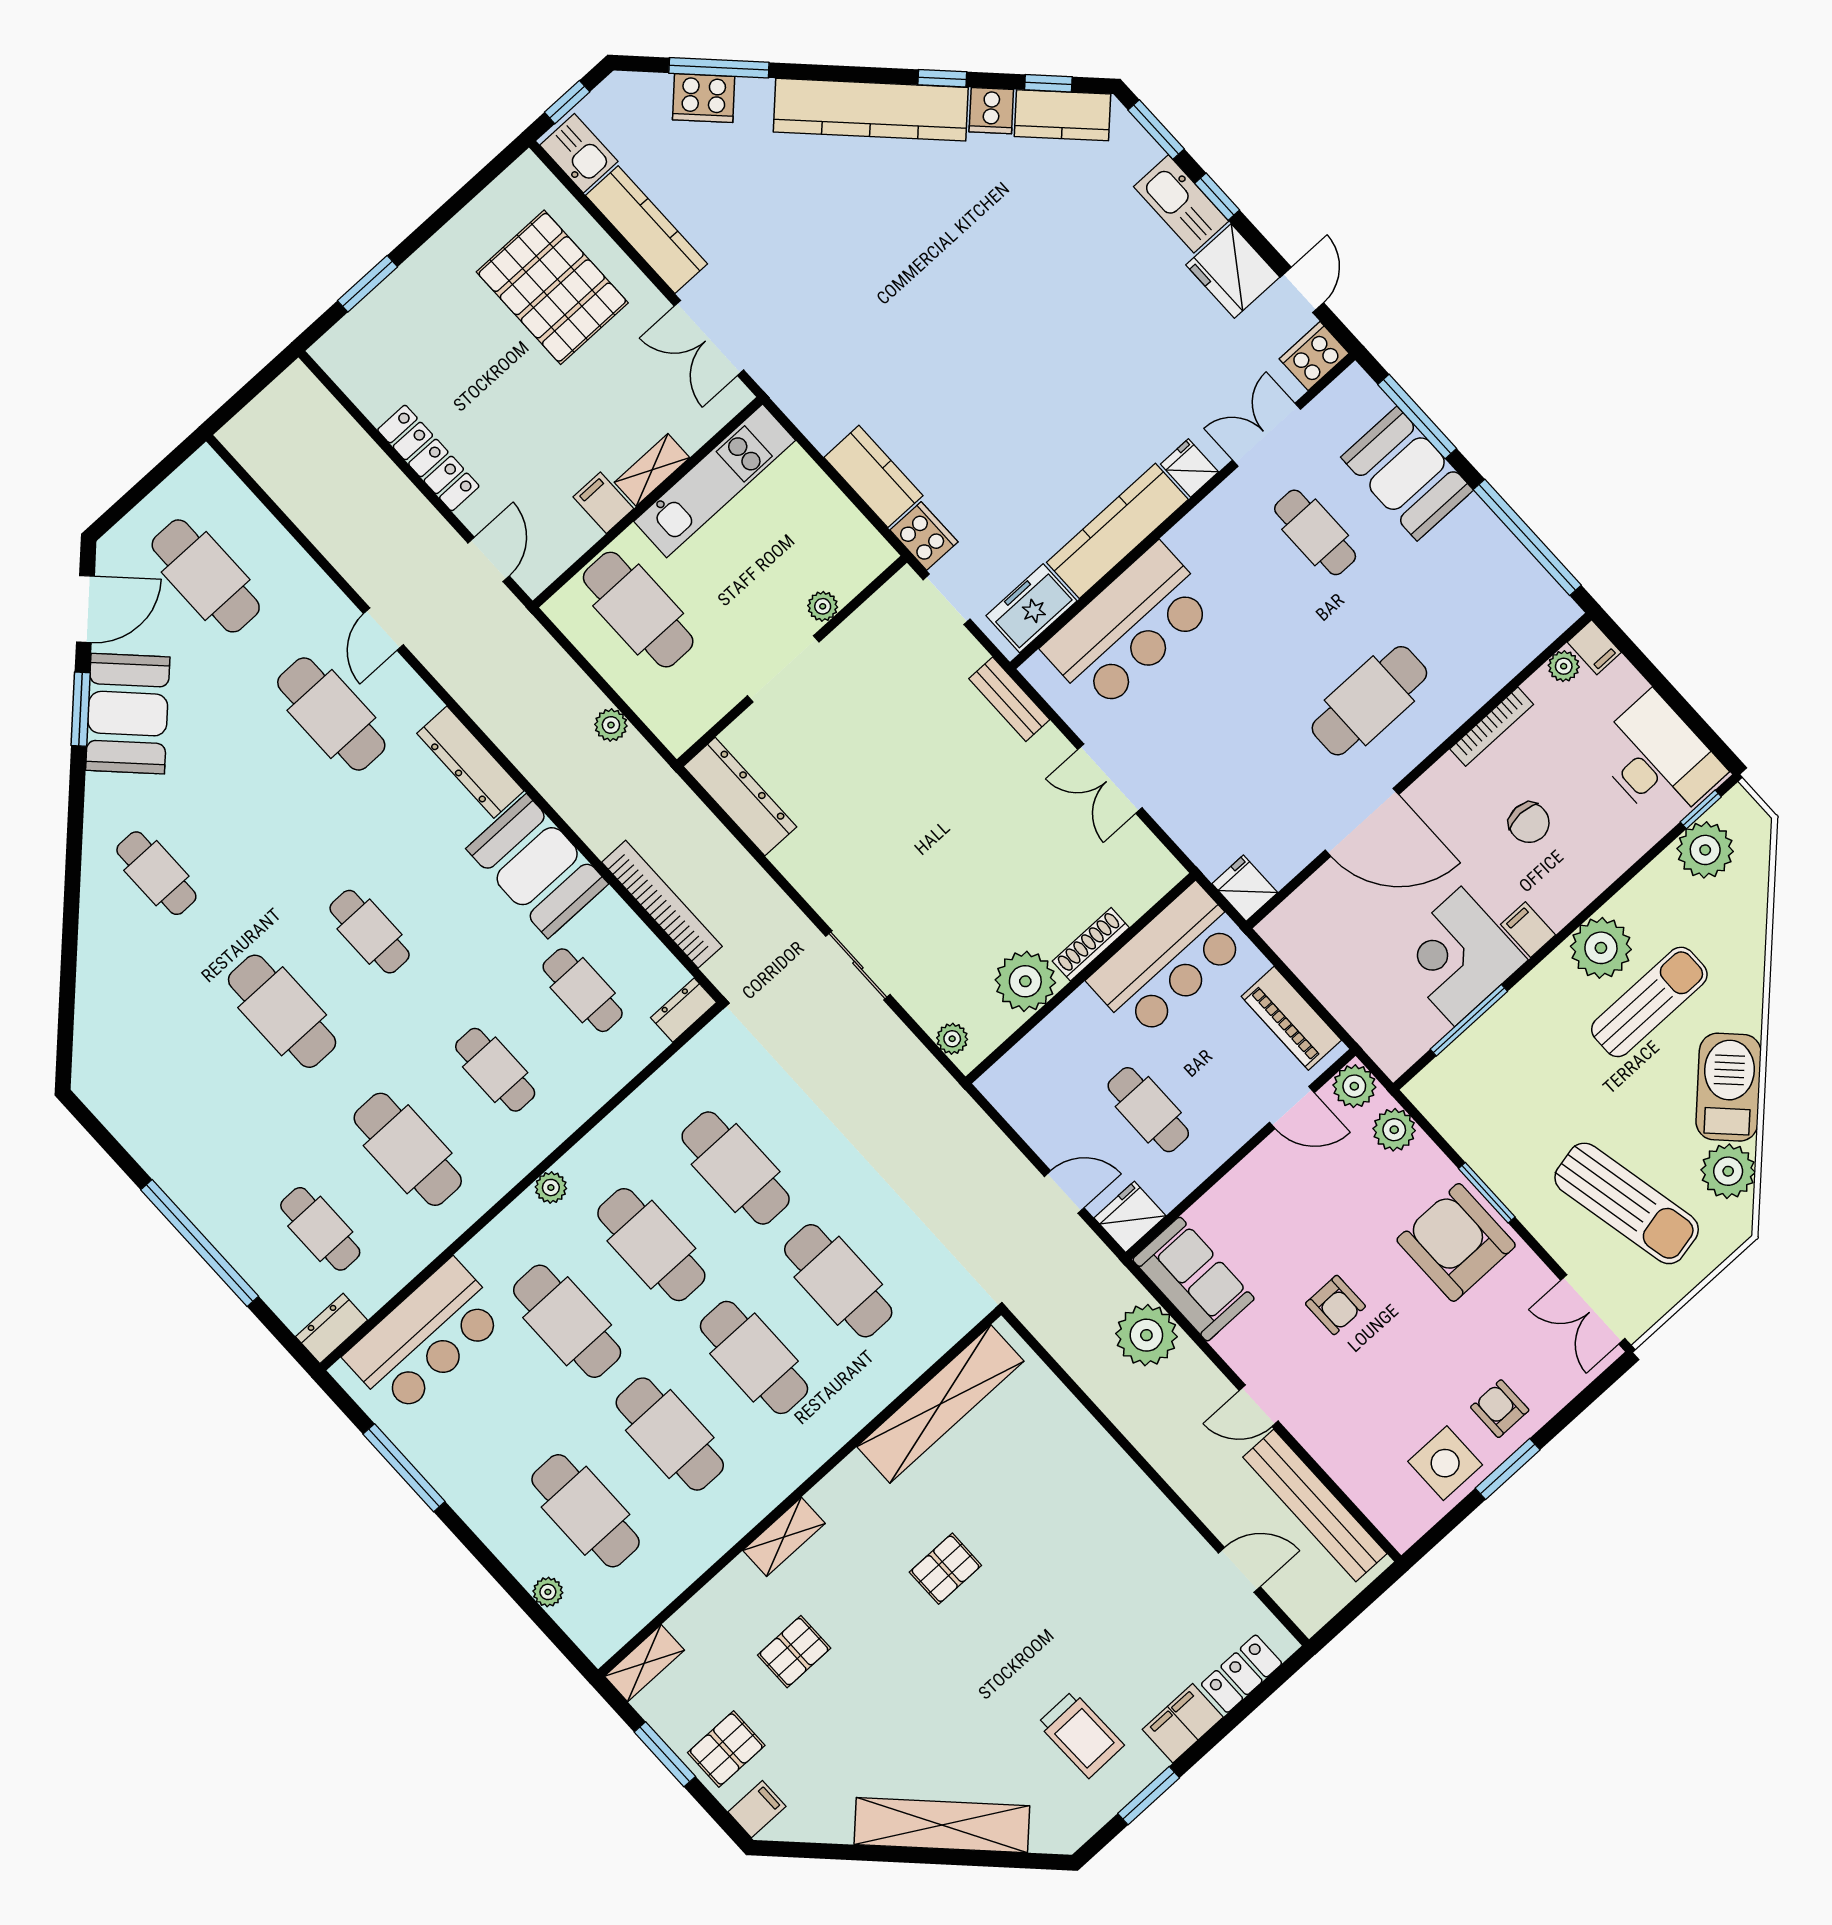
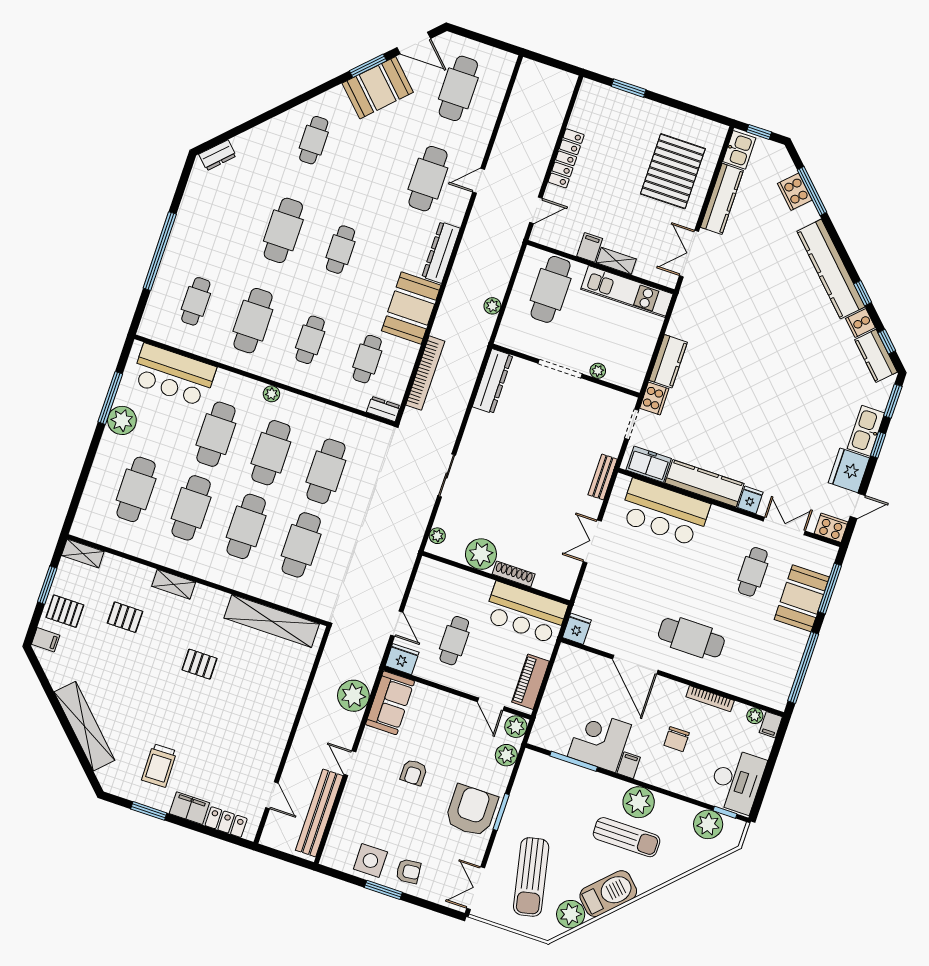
dresser: (332, 1328) -> (218, 155), moved, turned 135
armchair: (1500, 1409) -> (408, 871), turned 84
plant: (548, 1592) -> (122, 420), moved, width x1.88, depth x1.88

